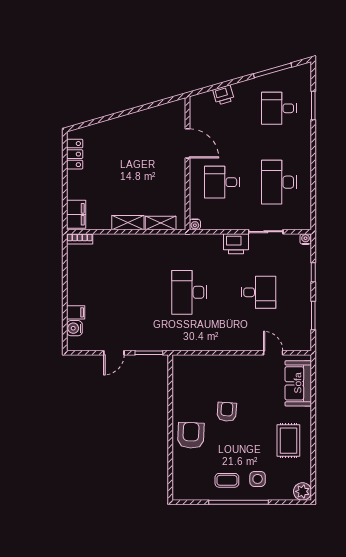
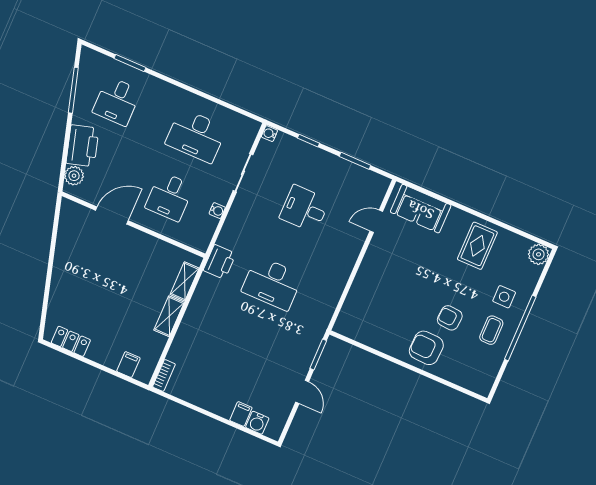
printer: (224, 95) -> (83, 146), width x1.87, depth x1.48
plant: (206, 100) -> (74, 176), added
filing cabinet: (76, 214) -> (128, 365), width x0.50
water cooler: (195, 224) -> (217, 211), moved
printer: (236, 244) -> (220, 262), moved
desk: (258, 292) -> (305, 209), turned -90
armchair: (227, 412) -> (450, 318), moved
rug: (288, 441) -> (477, 246), turned 90

